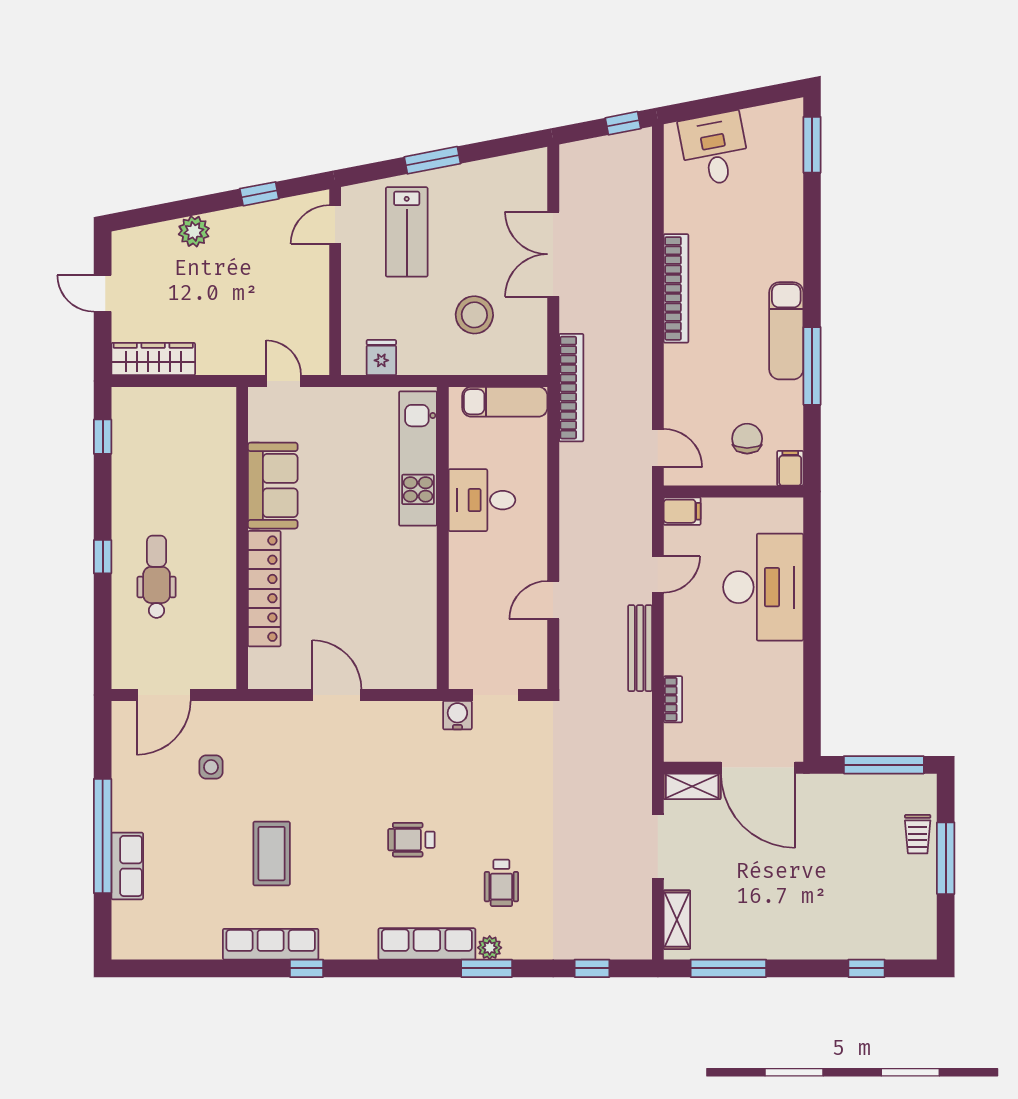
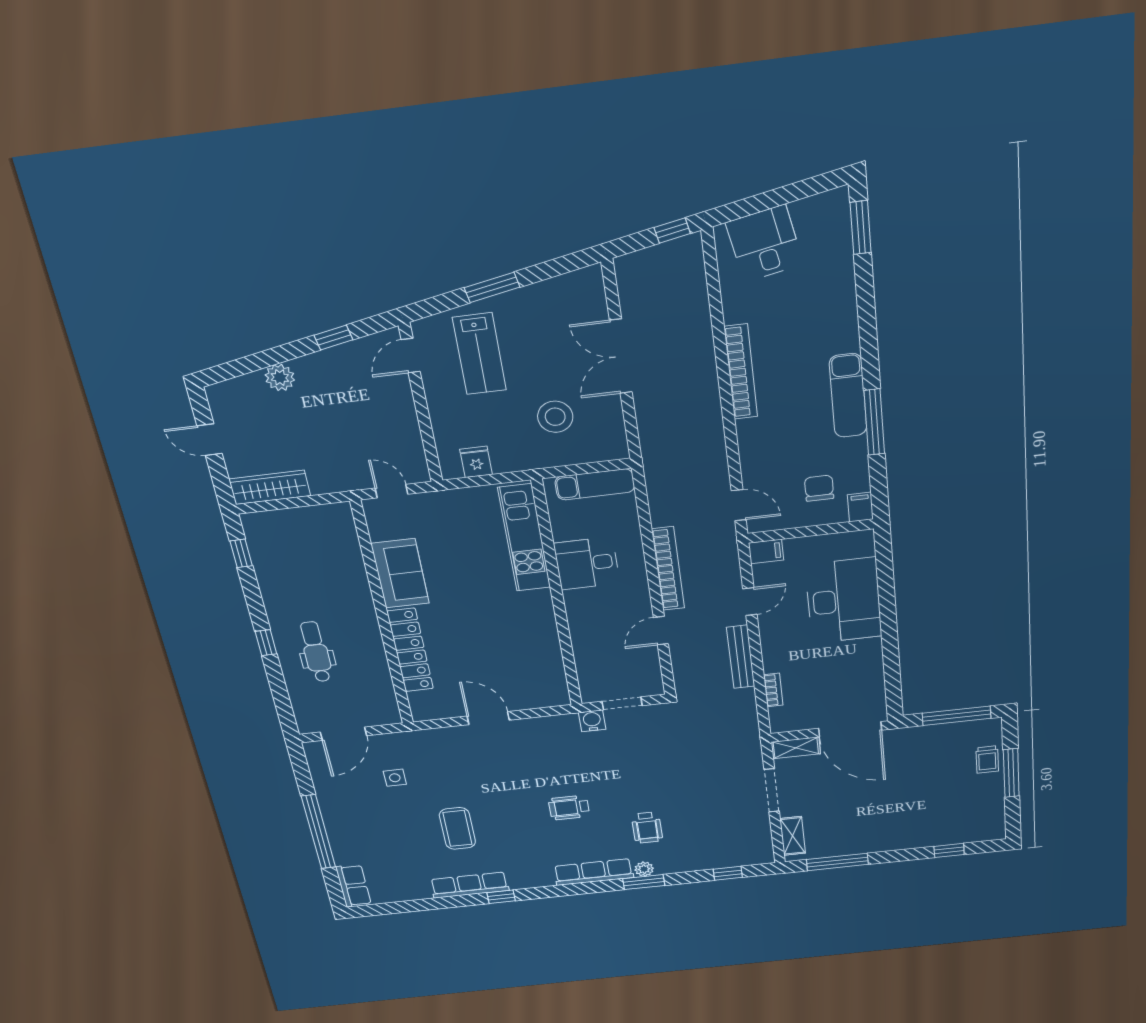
bookcase: (571, 388) -> (668, 569), moved
row of seats: (127, 866) -> (353, 886), moved

